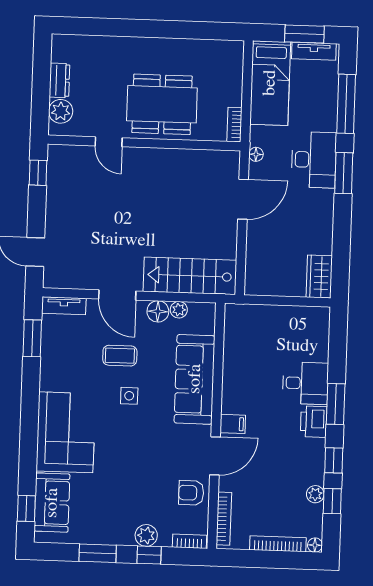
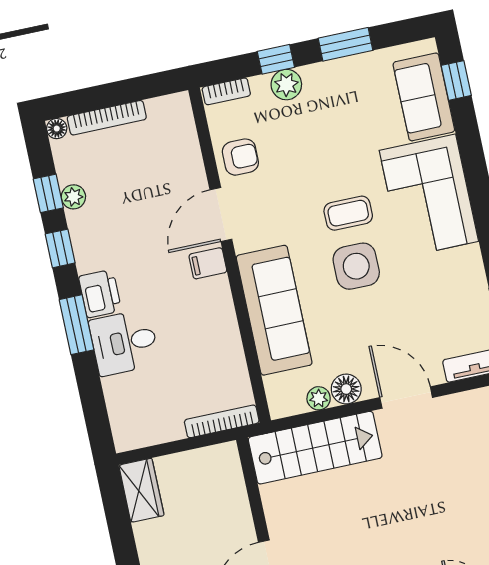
coffee table: (120, 356) -> (348, 213), moved
side table: (129, 396) -> (356, 266), width x1.87, depth x1.87
bookcase: (224, 519) -> (222, 421), moved, turned 90

